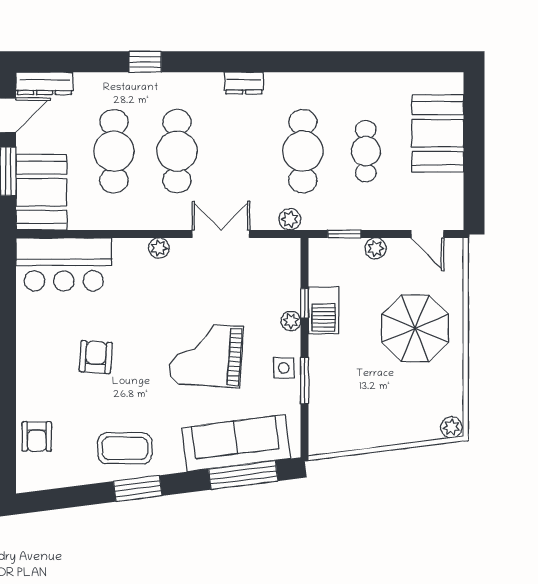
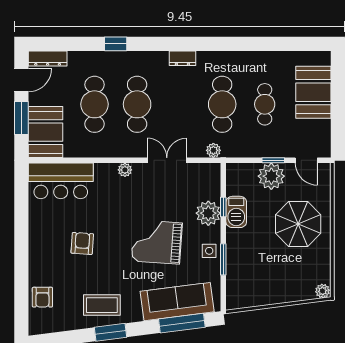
window: (344, 234) -> (273, 160), moved
plant: (376, 248) -> (271, 176), width x1.88, depth x1.88
plant: (291, 321) -> (208, 213), width x1.88, depth x1.88

